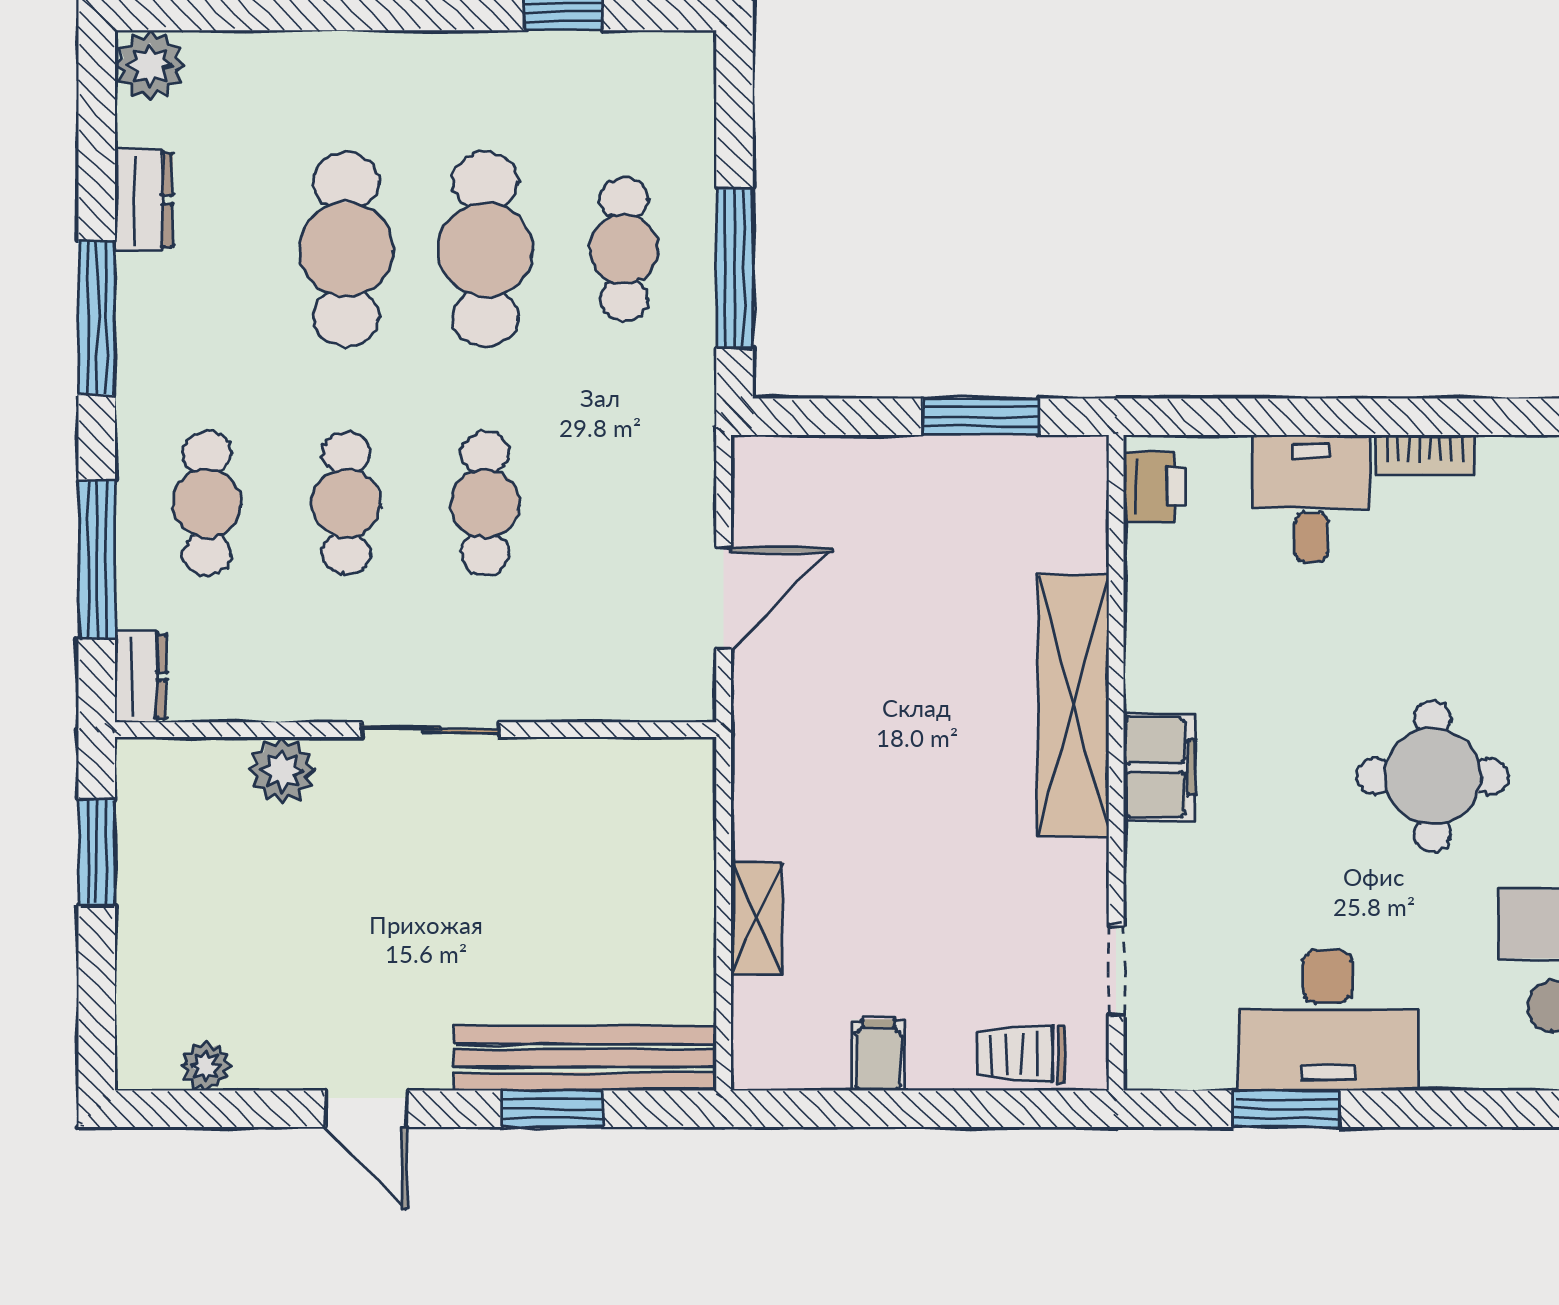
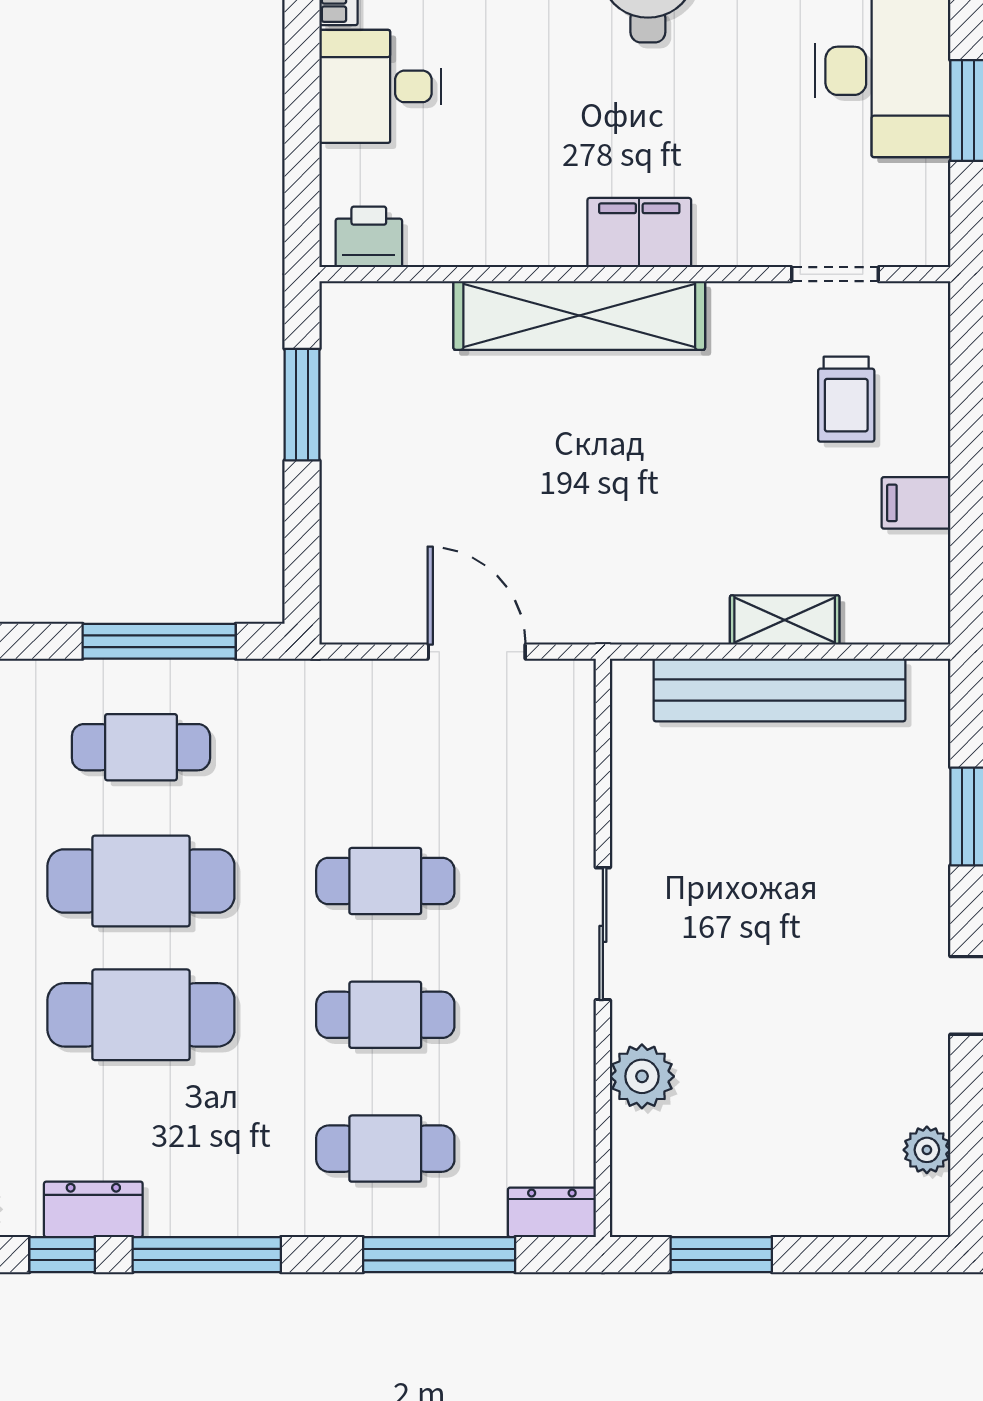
window: (97, 167) -> (62, 1255), added
trolley: (1020, 1054) -> (846, 399), moved
bench: (585, 1058) -> (780, 690), moved, turned 90

